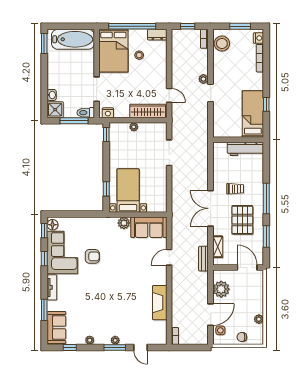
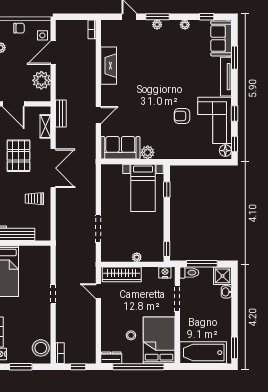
plant: (203, 79) -> (61, 309), removed
trolley: (235, 189) -> (34, 199), moved
tv unit: (52, 287) -> (226, 77), width x1.41

